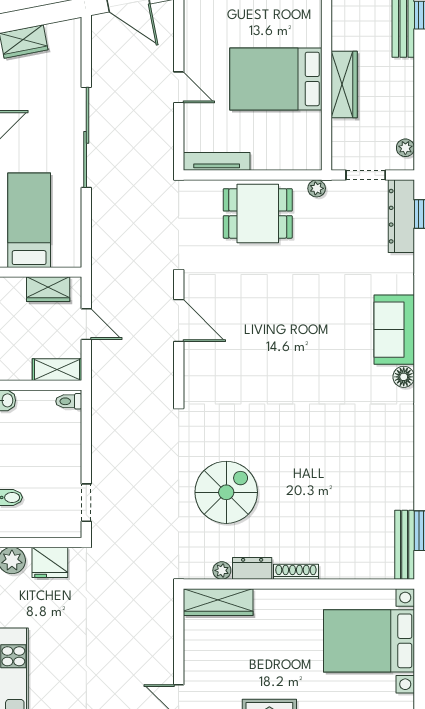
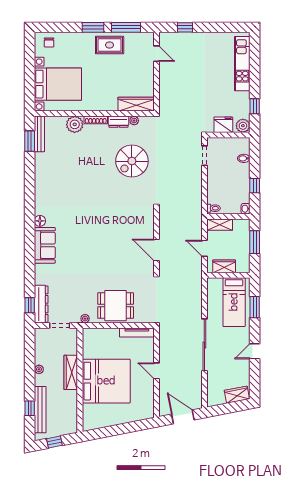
bed: (276, 79) -> (106, 381), width x1.36
plant: (405, 148) -> (39, 369), moved
plant: (337, 563) -> (75, 124), added

